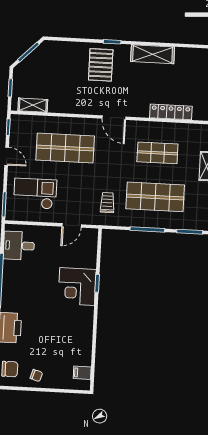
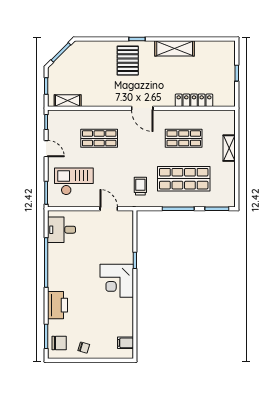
shop shelf: (65, 148) -> (99, 138), width x0.70, depth x0.74
door: (72, 225) -> (109, 209), swing flipped
corner desk: (77, 287) -> (117, 281), moved

